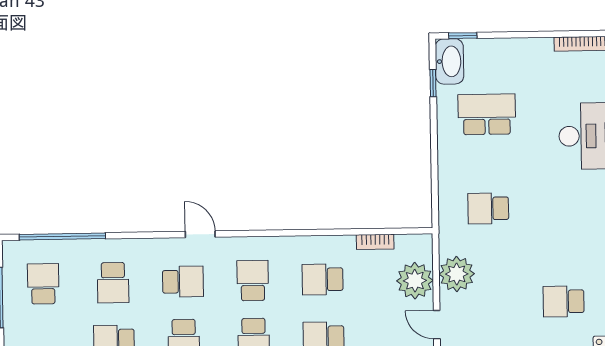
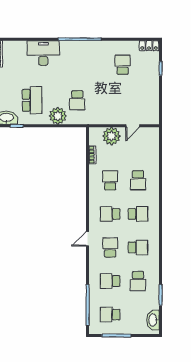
school desk: (487, 114) -> (32, 100), turned 180
plant: (457, 274) -> (58, 116), moved
school desk: (323, 279) -> (110, 180), turned 180
school desk: (113, 283) -> (110, 281), turned 180
school desk: (564, 301) -> (123, 65), turned 180

